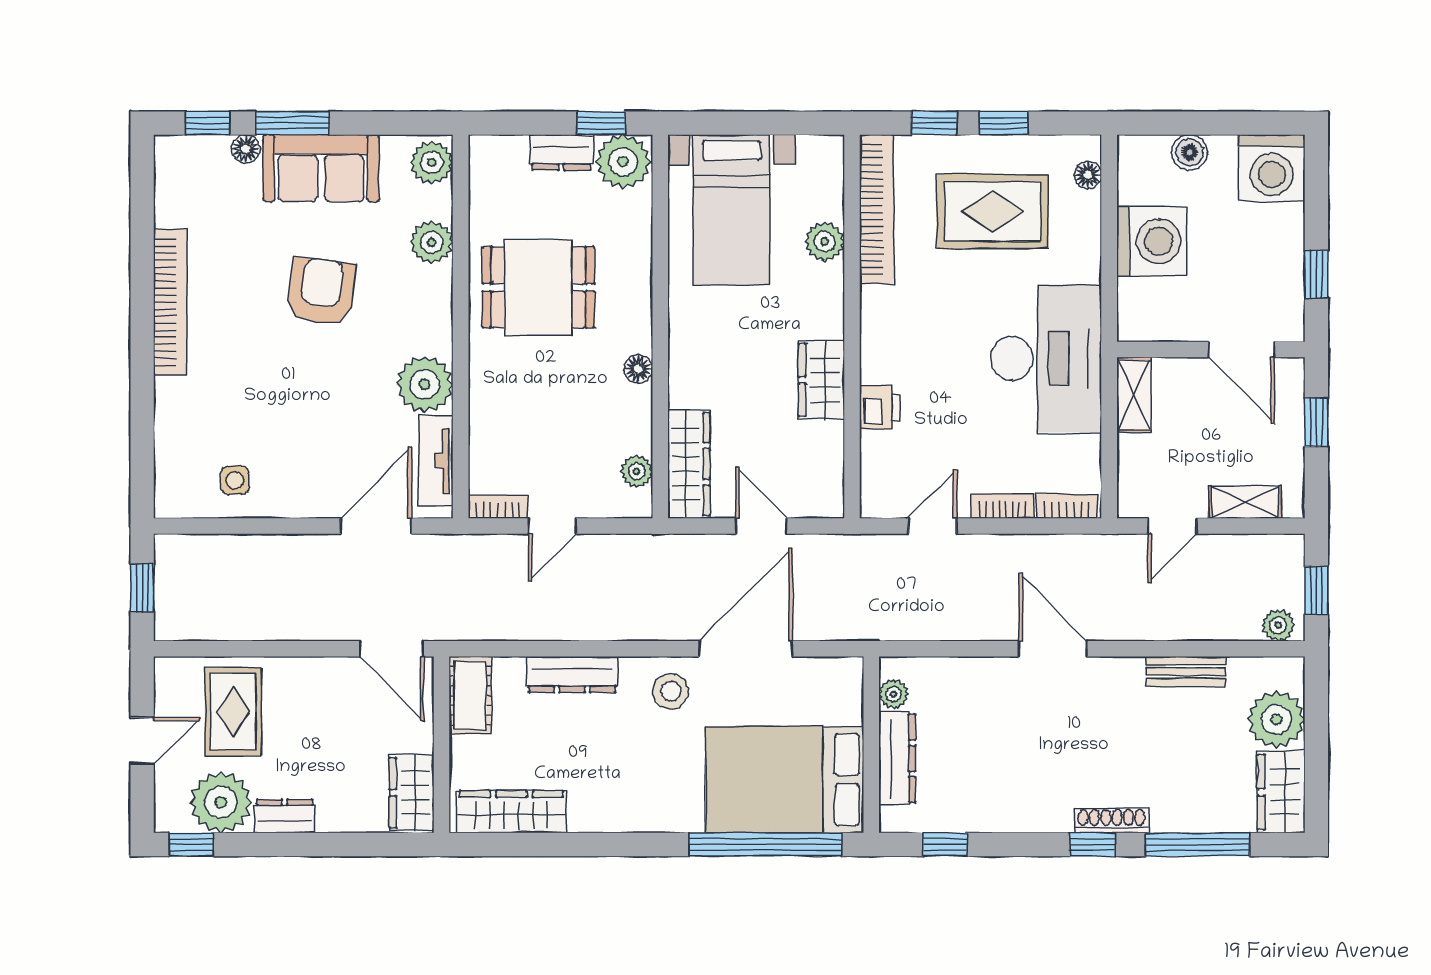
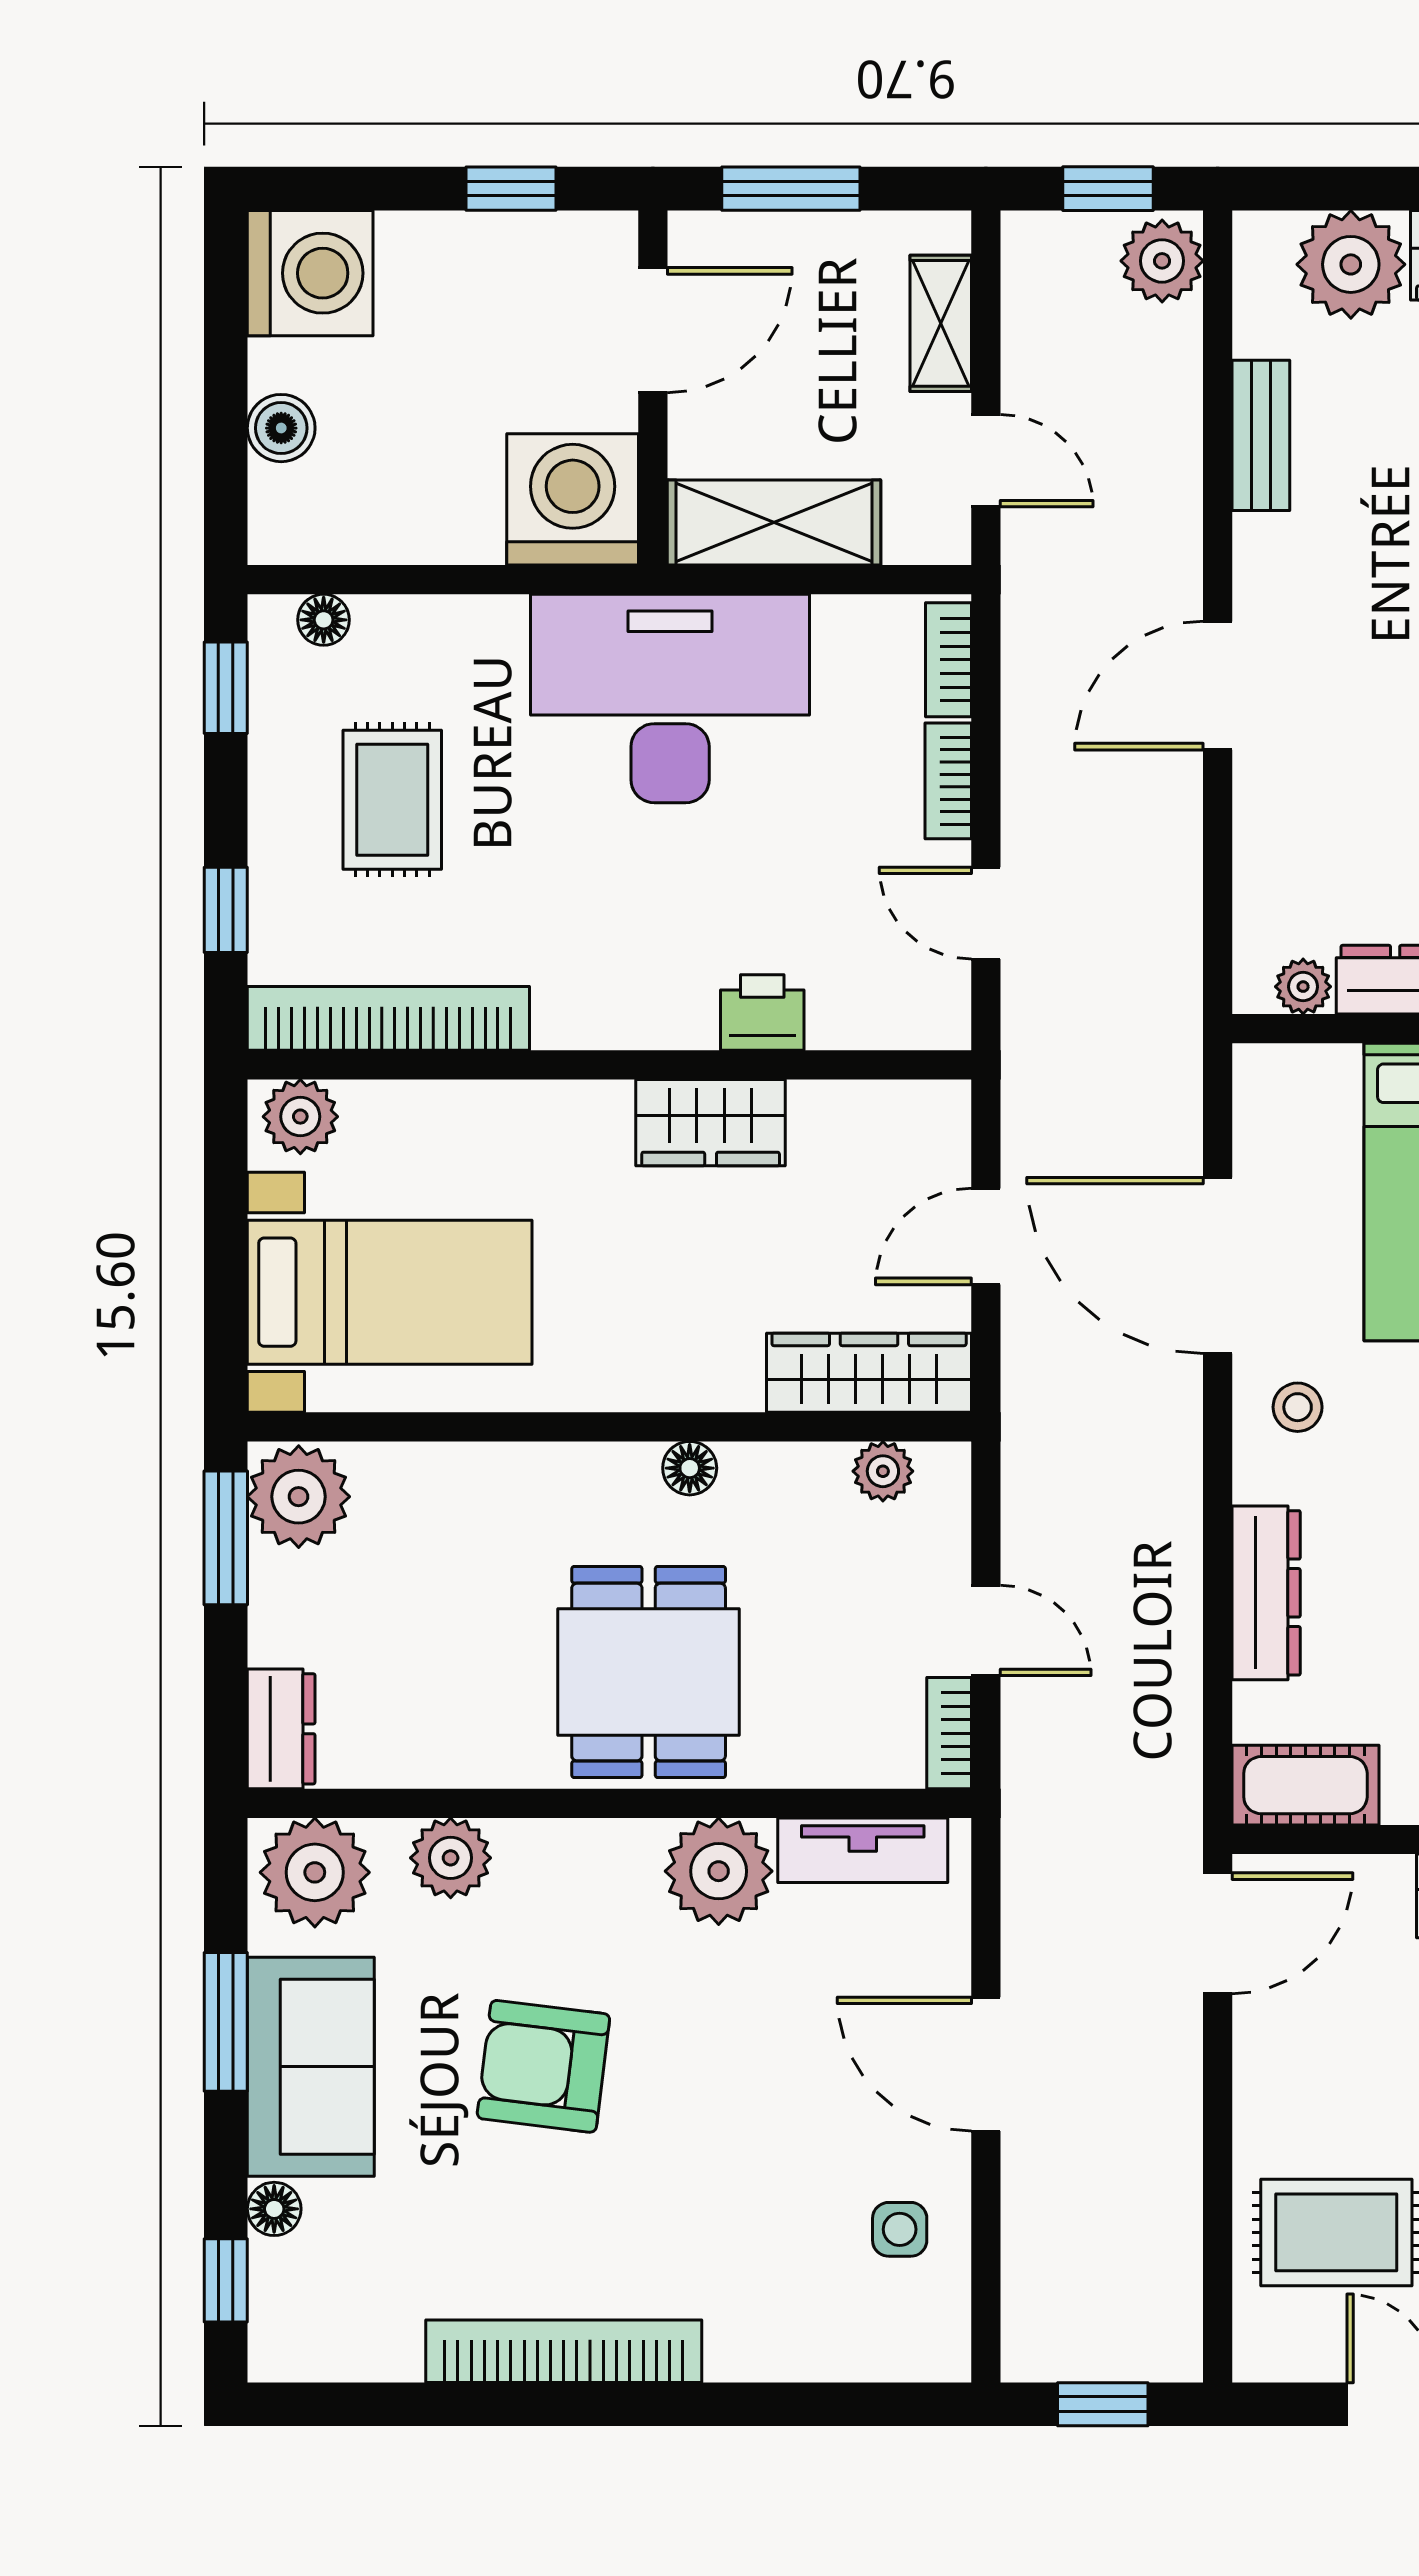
window: (292, 123) -> (226, 2022), moved
window: (601, 123) -> (226, 1538), width x1.50
window: (1004, 123) -> (226, 688), moved
dresser: (561, 152) -> (281, 1729), moved
plant: (432, 163) -> (315, 1872), width x1.36, depth x1.36
rug: (993, 211) -> (392, 800), width x0.73, depth x0.70
washing machine: (1152, 241) -> (573, 499), moved
plant: (825, 242) -> (300, 1117), moved
dining table: (538, 287) -> (649, 1672), moved
shelving: (1134, 395) -> (774, 523), width x1.50, depth x1.33
window: (1316, 423) -> (791, 189), width x1.50
door: (376, 526) -> (986, 2064), moved
plant: (1278, 625) -> (1162, 261), width x1.38, depth x1.38
stool: (671, 691) -> (1298, 1407), width x0.73, depth x0.73

